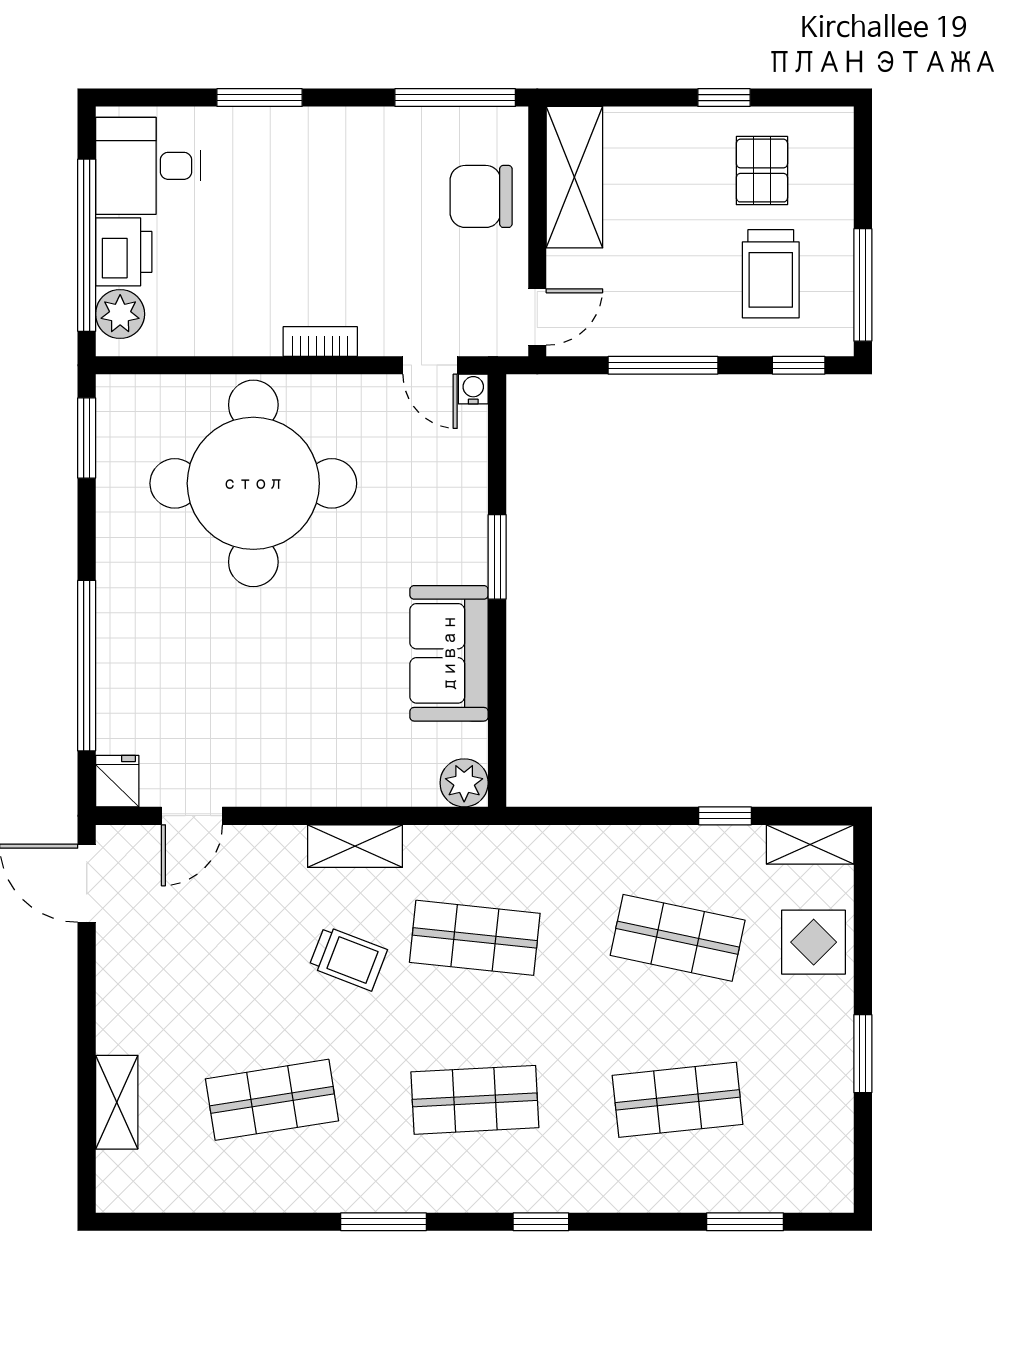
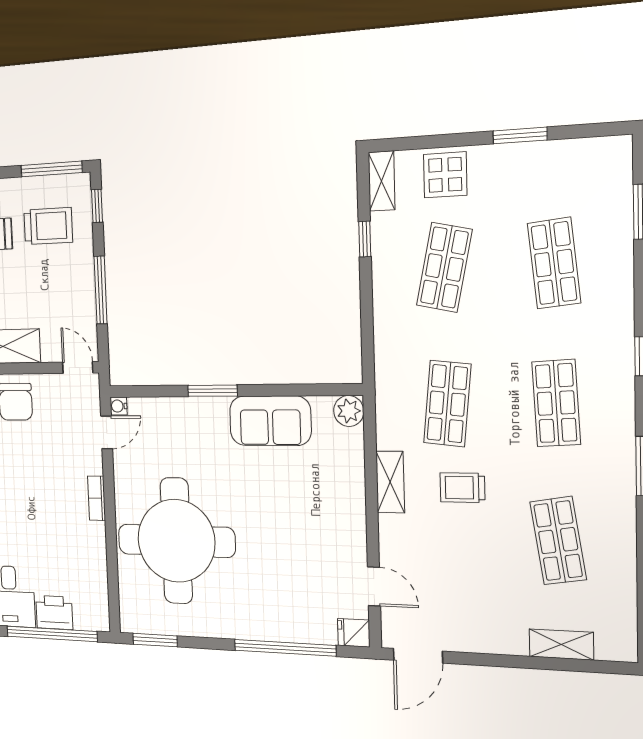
plant: (120, 314) -> (87, 616), removed
trolley: (348, 958) -> (462, 488), turned -111

